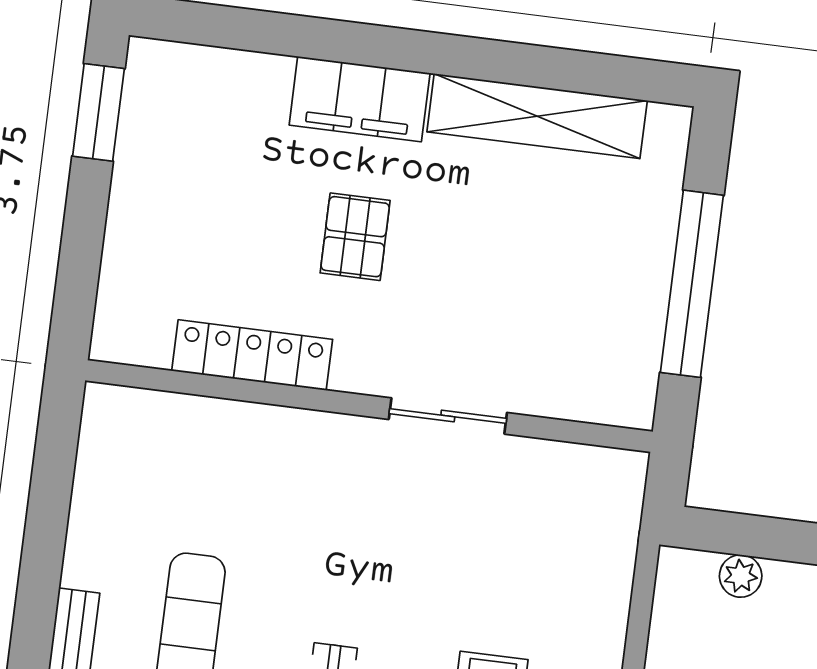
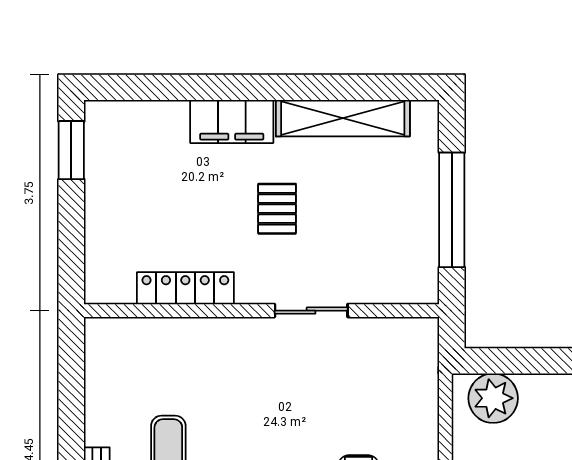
pallet: (355, 237) -> (277, 209), moved
plant: (741, 576) -> (493, 398), width x1.88, depth x1.88

